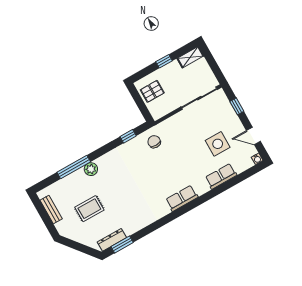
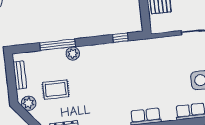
chair: (154, 142) -> (142, 53), removed
plant: (70, 232) -> (29, 103), added

